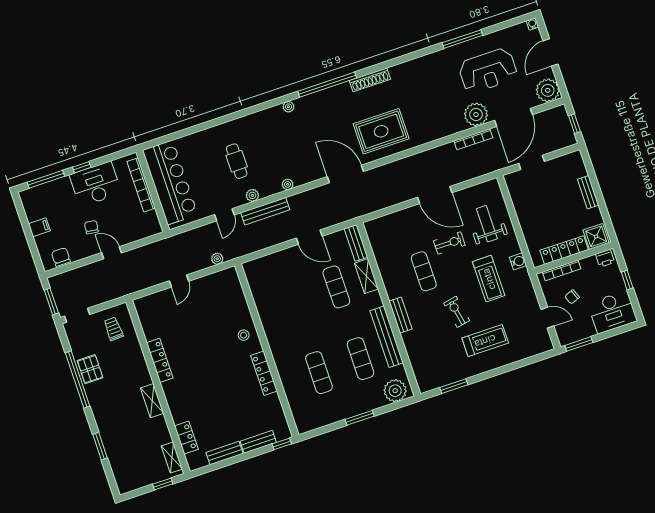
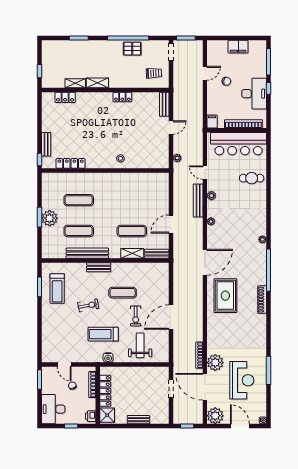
reception desk: (488, 71) -> (242, 380), turned 180
cafe table: (237, 161) -> (252, 178), moved
weight bench: (487, 224) -> (140, 345), turned -90
filing cabinet: (39, 227) -> (238, 47), width x2.00
filing cabinet: (152, 228) -> (212, 122), added
door: (111, 253) -> (205, 73), moved
chair: (61, 257) -> (213, 54), removed
door: (179, 281) -> (171, 127), swing flipped
door: (547, 318) -> (64, 365), hinge flipped
treadmill: (485, 341) -> (57, 288), moved
locker: (160, 360) -> (122, 97), width x0.66
locker: (264, 373) -> (71, 163), moved
plant: (395, 391) -> (50, 218), moved
bench: (225, 453) -> (164, 104), moved
shelving: (172, 458) -> (75, 83), moved

